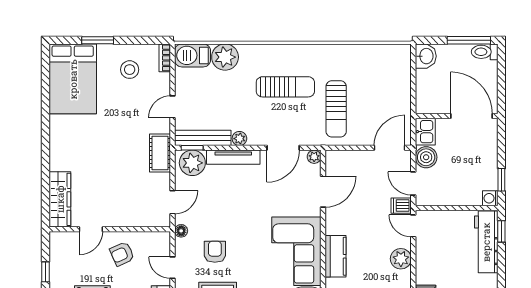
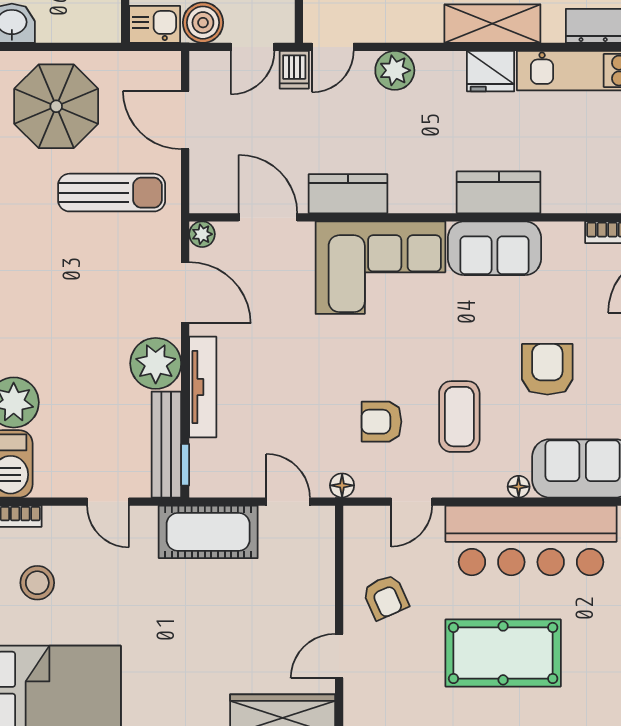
parasol: (382, 80) -> (56, 106), added
sun lounger: (285, 87) -> (70, 289), removed
plant: (239, 139) -> (156, 363), width x1.87, depth x1.87
door: (390, 148) -> (185, 120), moved
cot: (160, 153) -> (208, 532), width x1.37, depth x1.34
plant: (192, 163) -> (214, 464), removed
door: (91, 229) -> (339, 656), swing flipped
kitchen counter: (336, 256) -> (348, 194), moved

